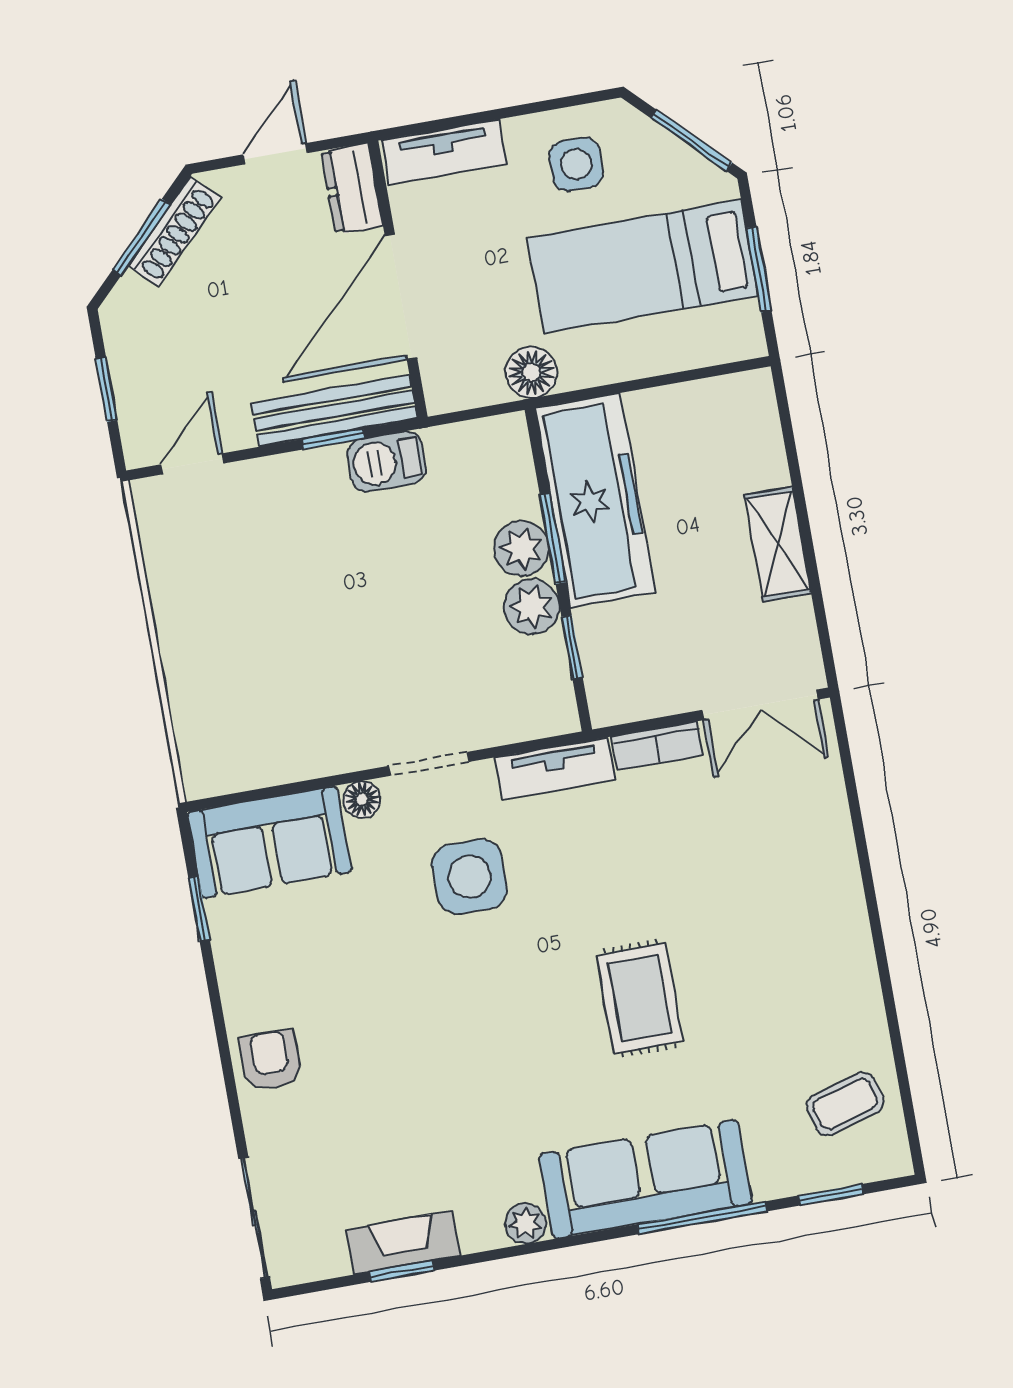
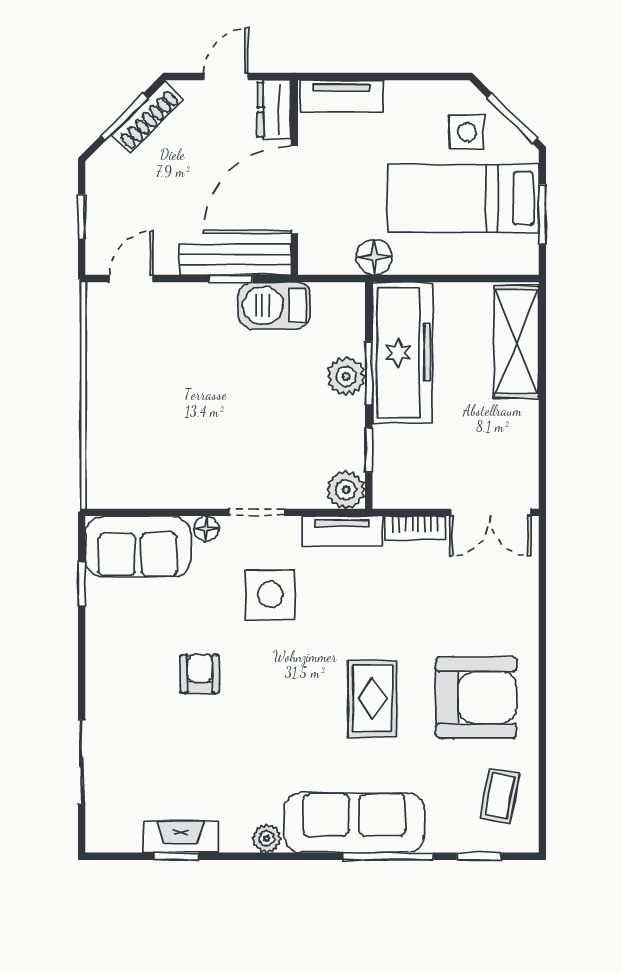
side table: (576, 164) -> (467, 132), moved
barbecue: (387, 462) -> (274, 305), width x1.38, depth x1.27
shelving: (778, 544) -> (516, 342), moved, width x1.50, depth x1.33
plant: (532, 607) -> (346, 490), moved
armchair: (787, 970) -> (476, 697), added
armchair: (270, 1060) -> (200, 674), moved
coffee table: (845, 1104) -> (500, 796), turned -64
sliding door: (254, 1218) -> (82, 762), moved

